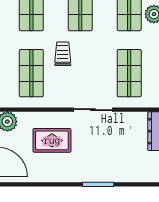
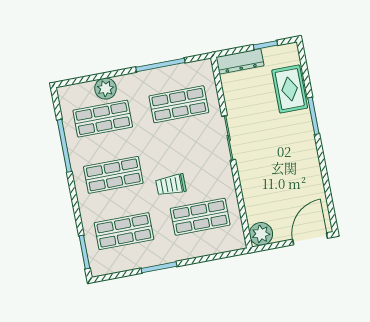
rug: (52, 140) -> (290, 89), moved

